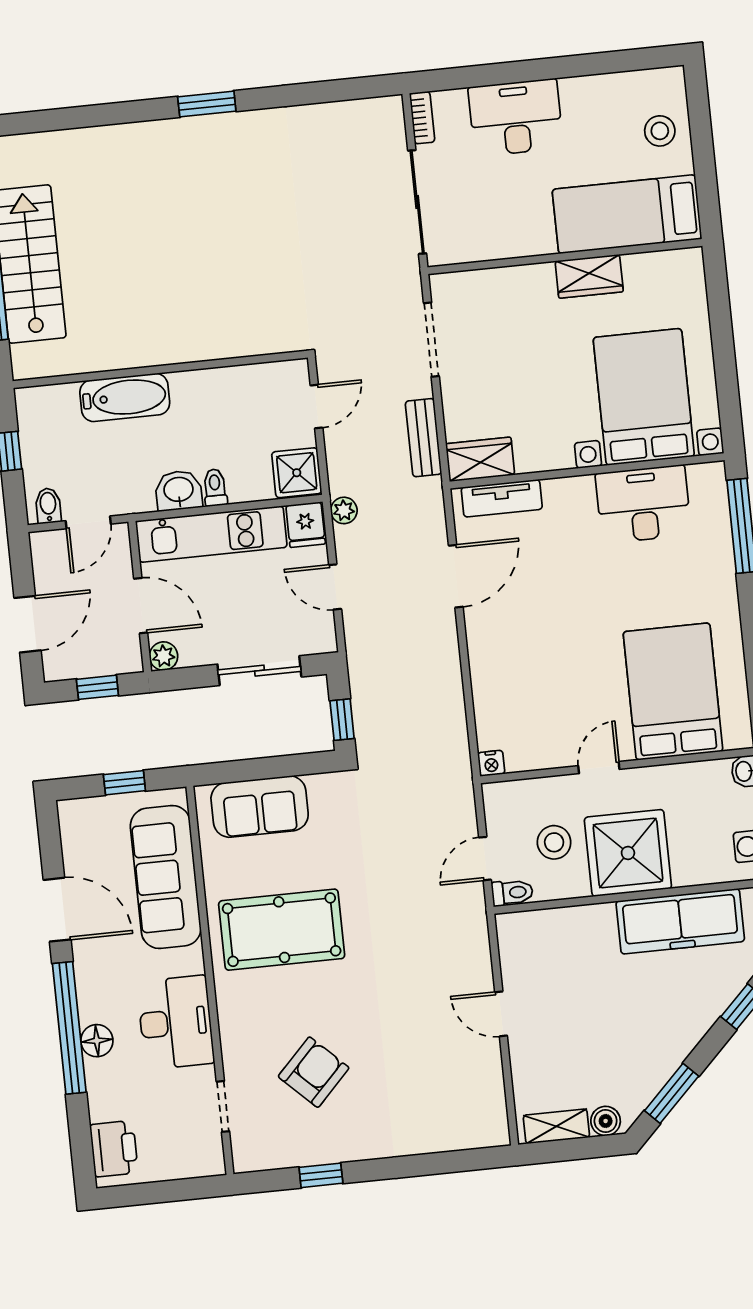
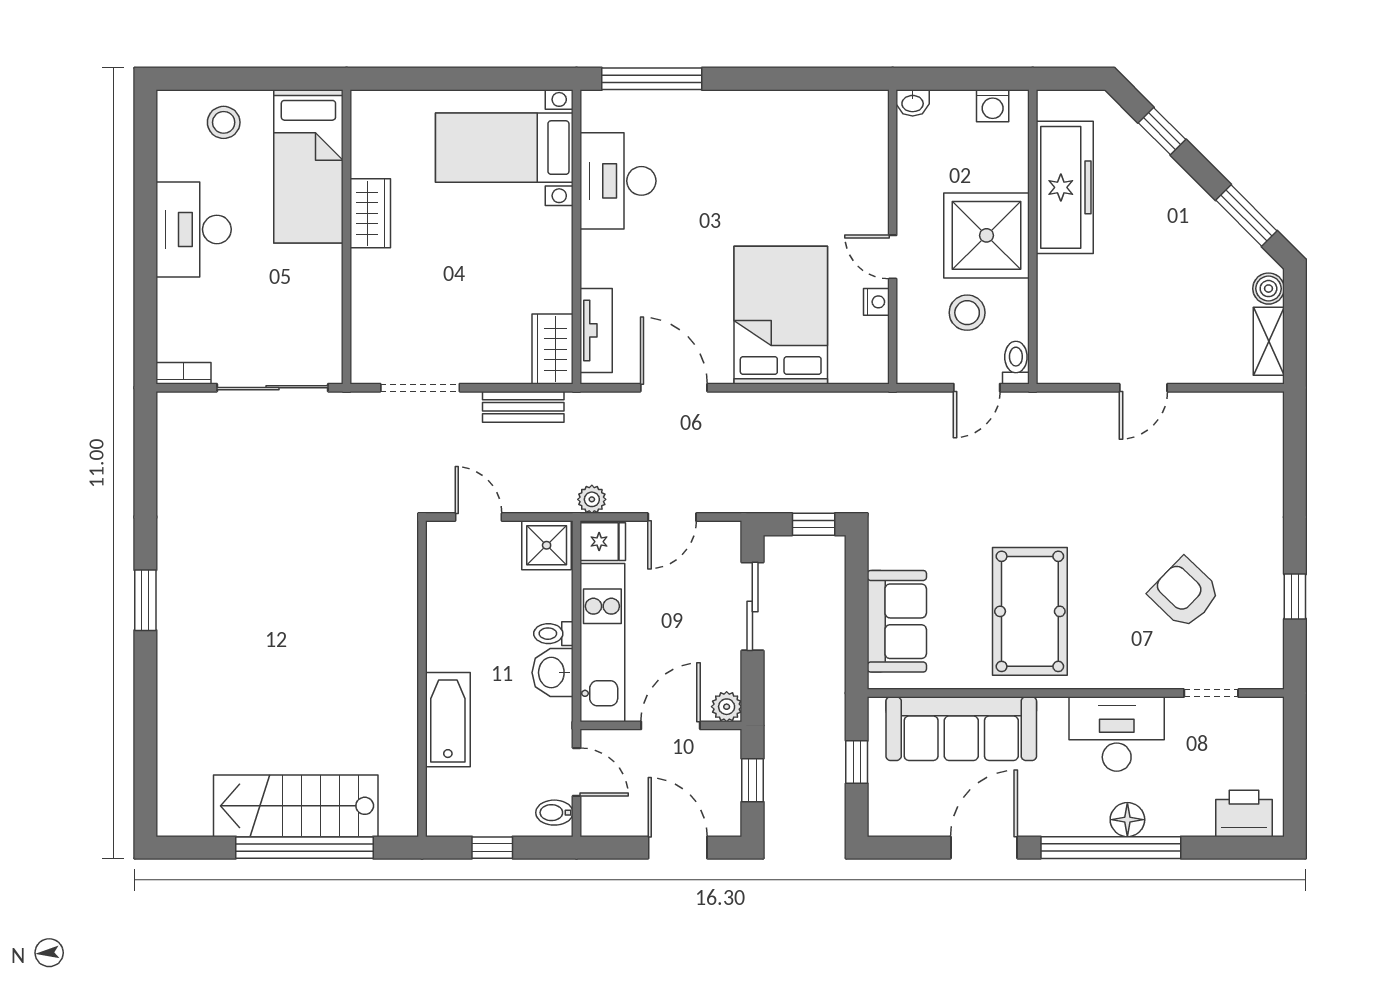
desk: (516, 118) -> (194, 229), moved
bed with nightstands: (644, 397) -> (504, 148), width x0.73
bed: (673, 691) -> (781, 315), moved, turned 90
nightstand: (491, 763) -> (876, 302), moved
door: (485, 859) -> (977, 388), hinge flipped

